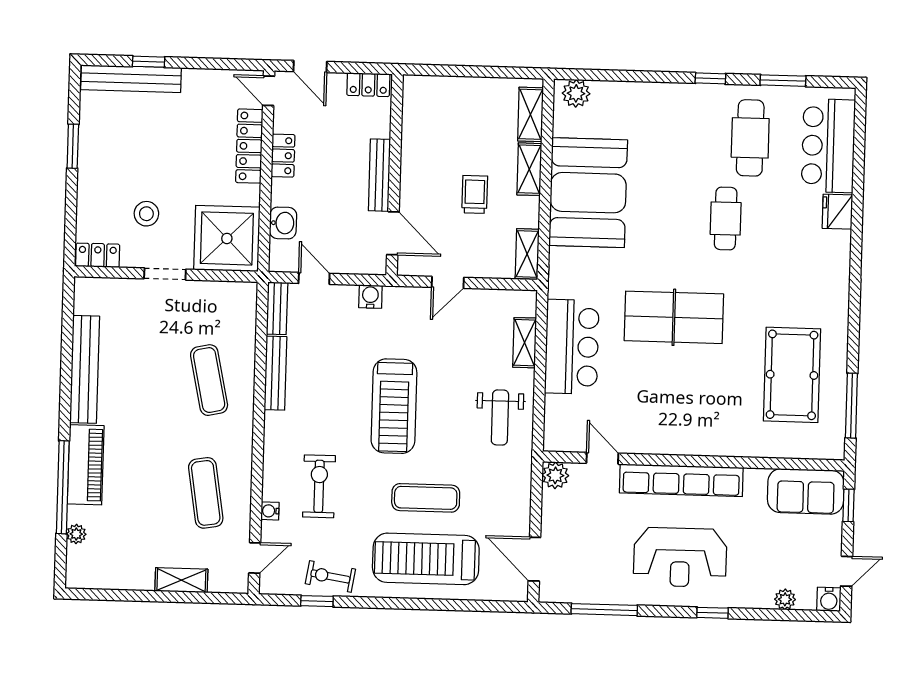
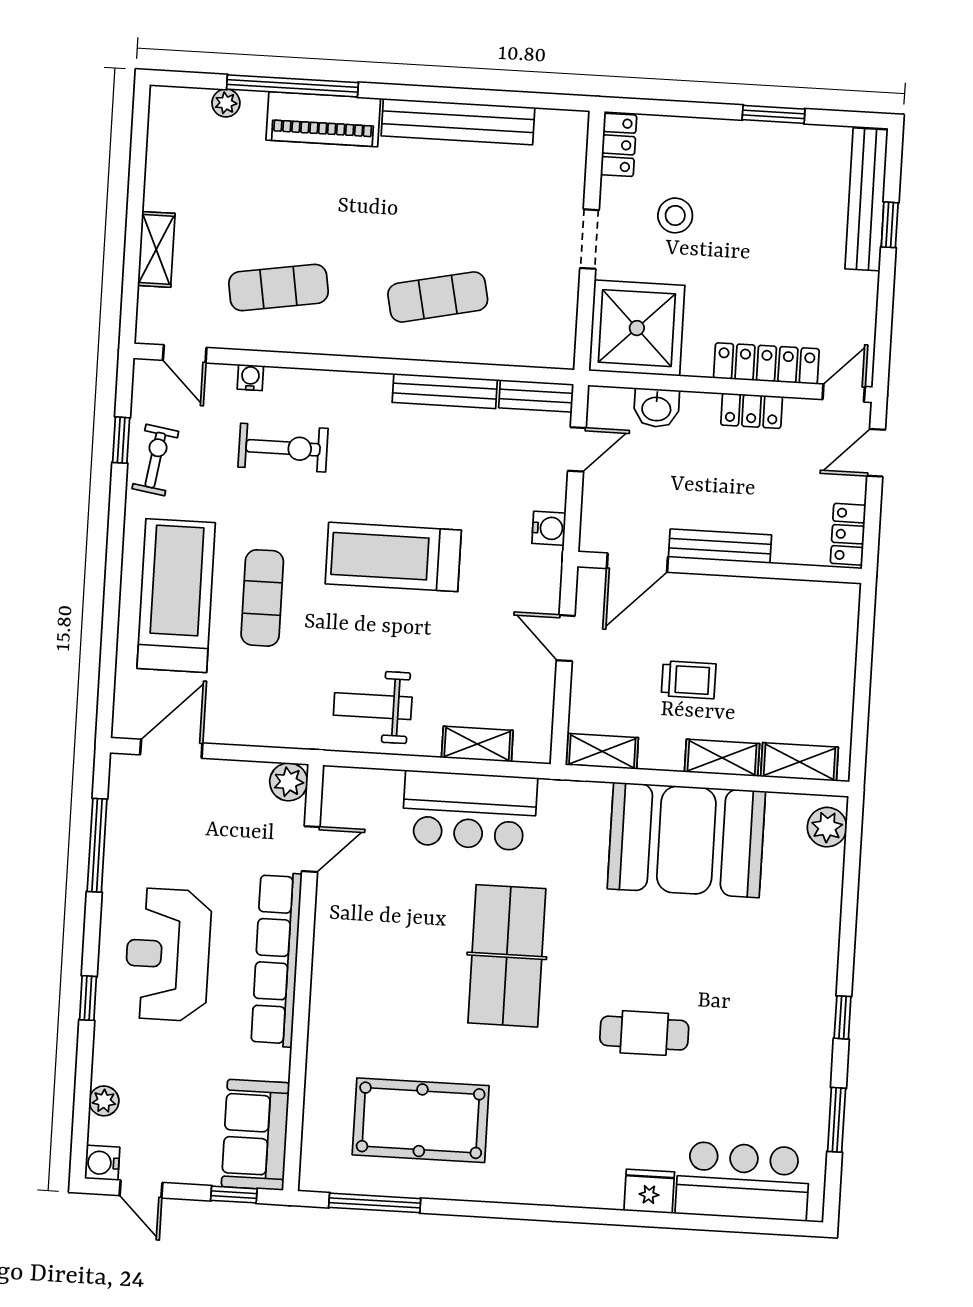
cafe table: (750, 138) -> (757, 1071), removed

